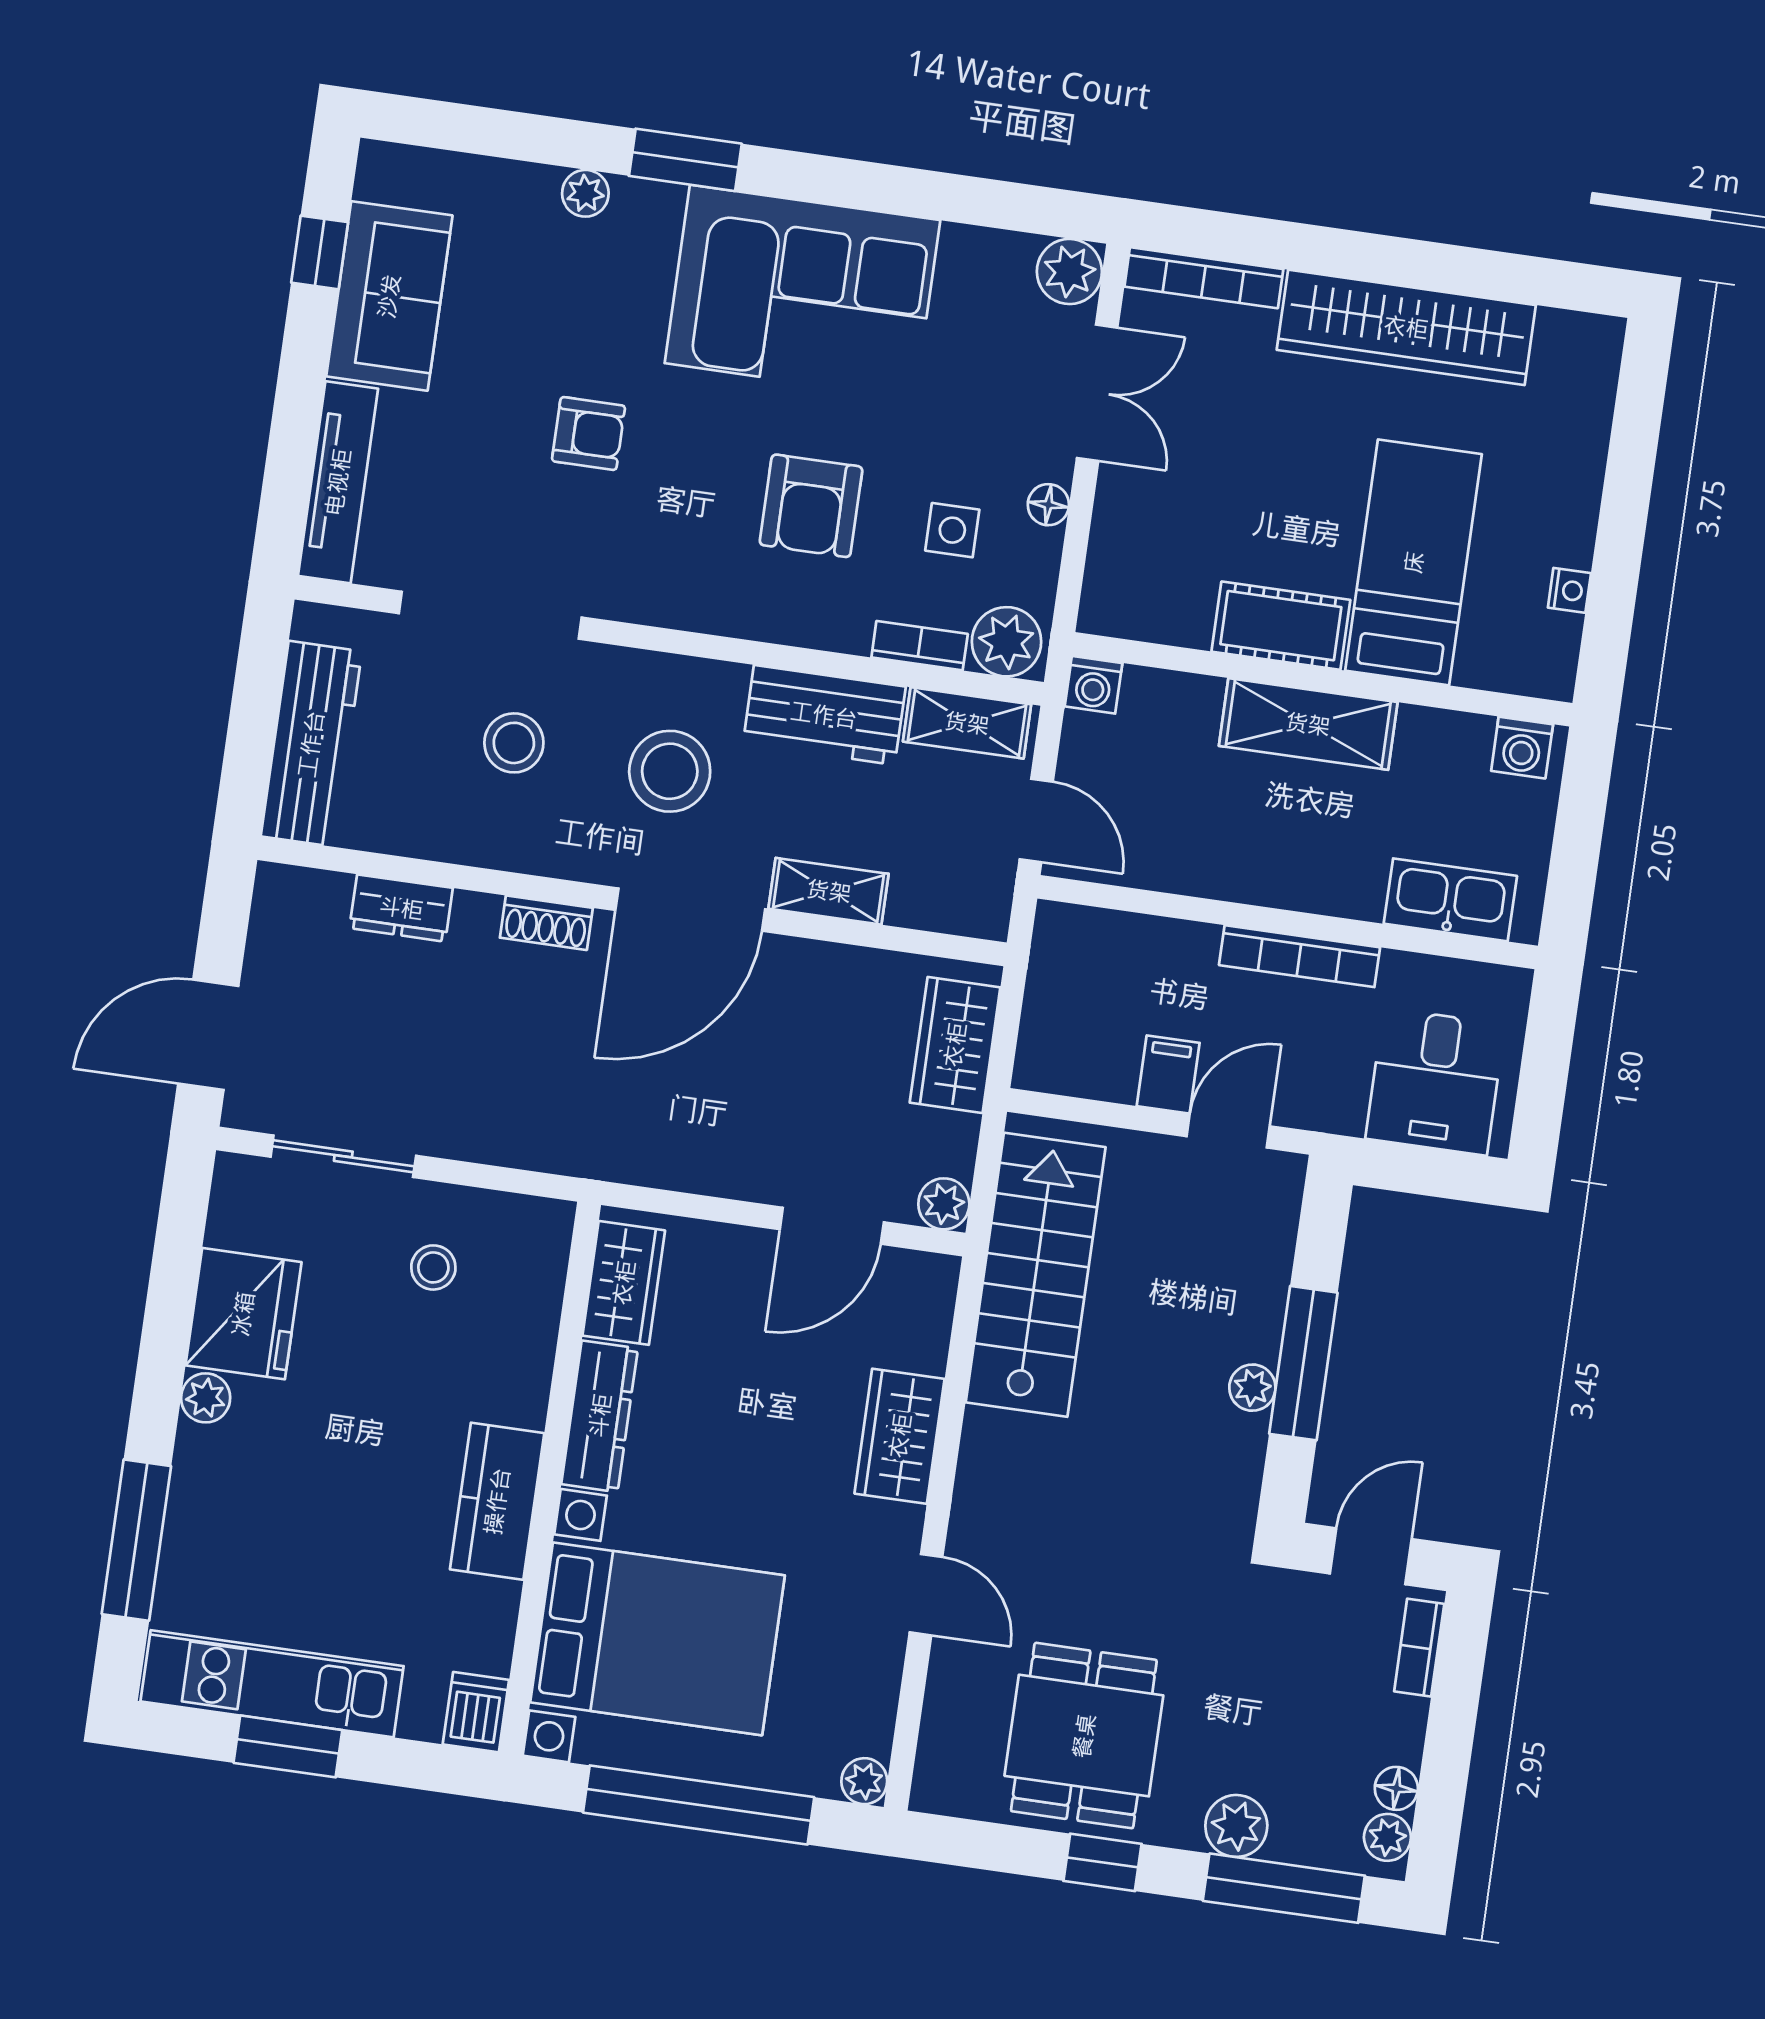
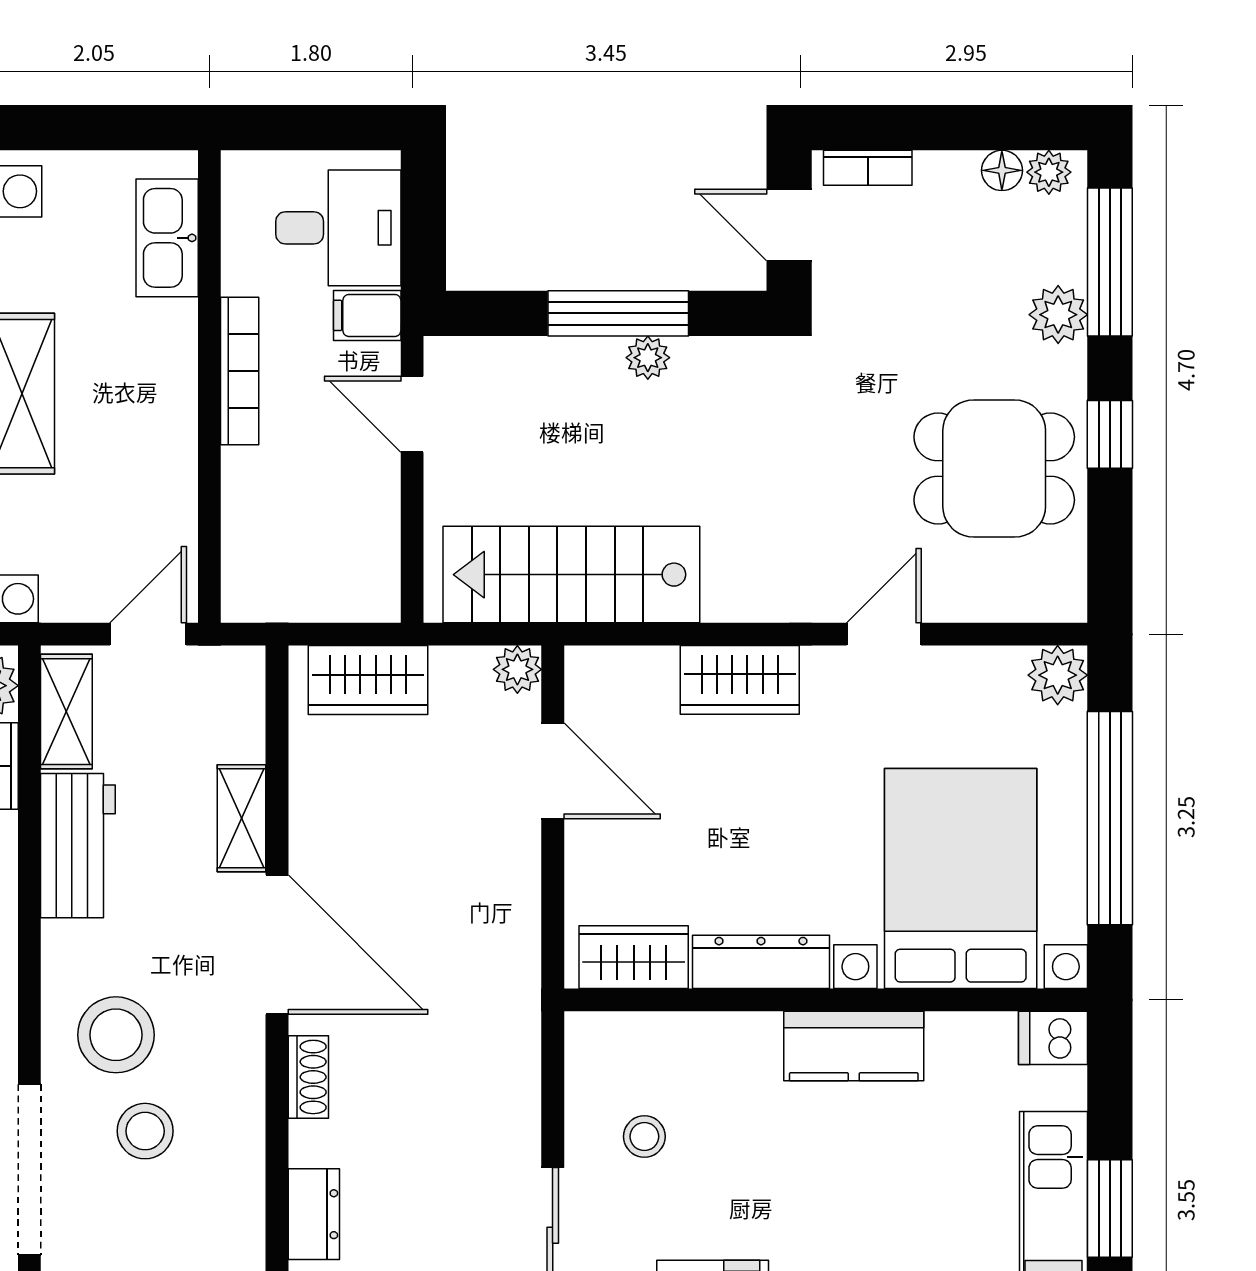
stool: (670, 771) -> (116, 1035), moved
filing cabinet: (1168, 1074) -> (367, 315), moved
plant: (864, 1781) -> (1058, 675), width x1.38, depth x1.38

